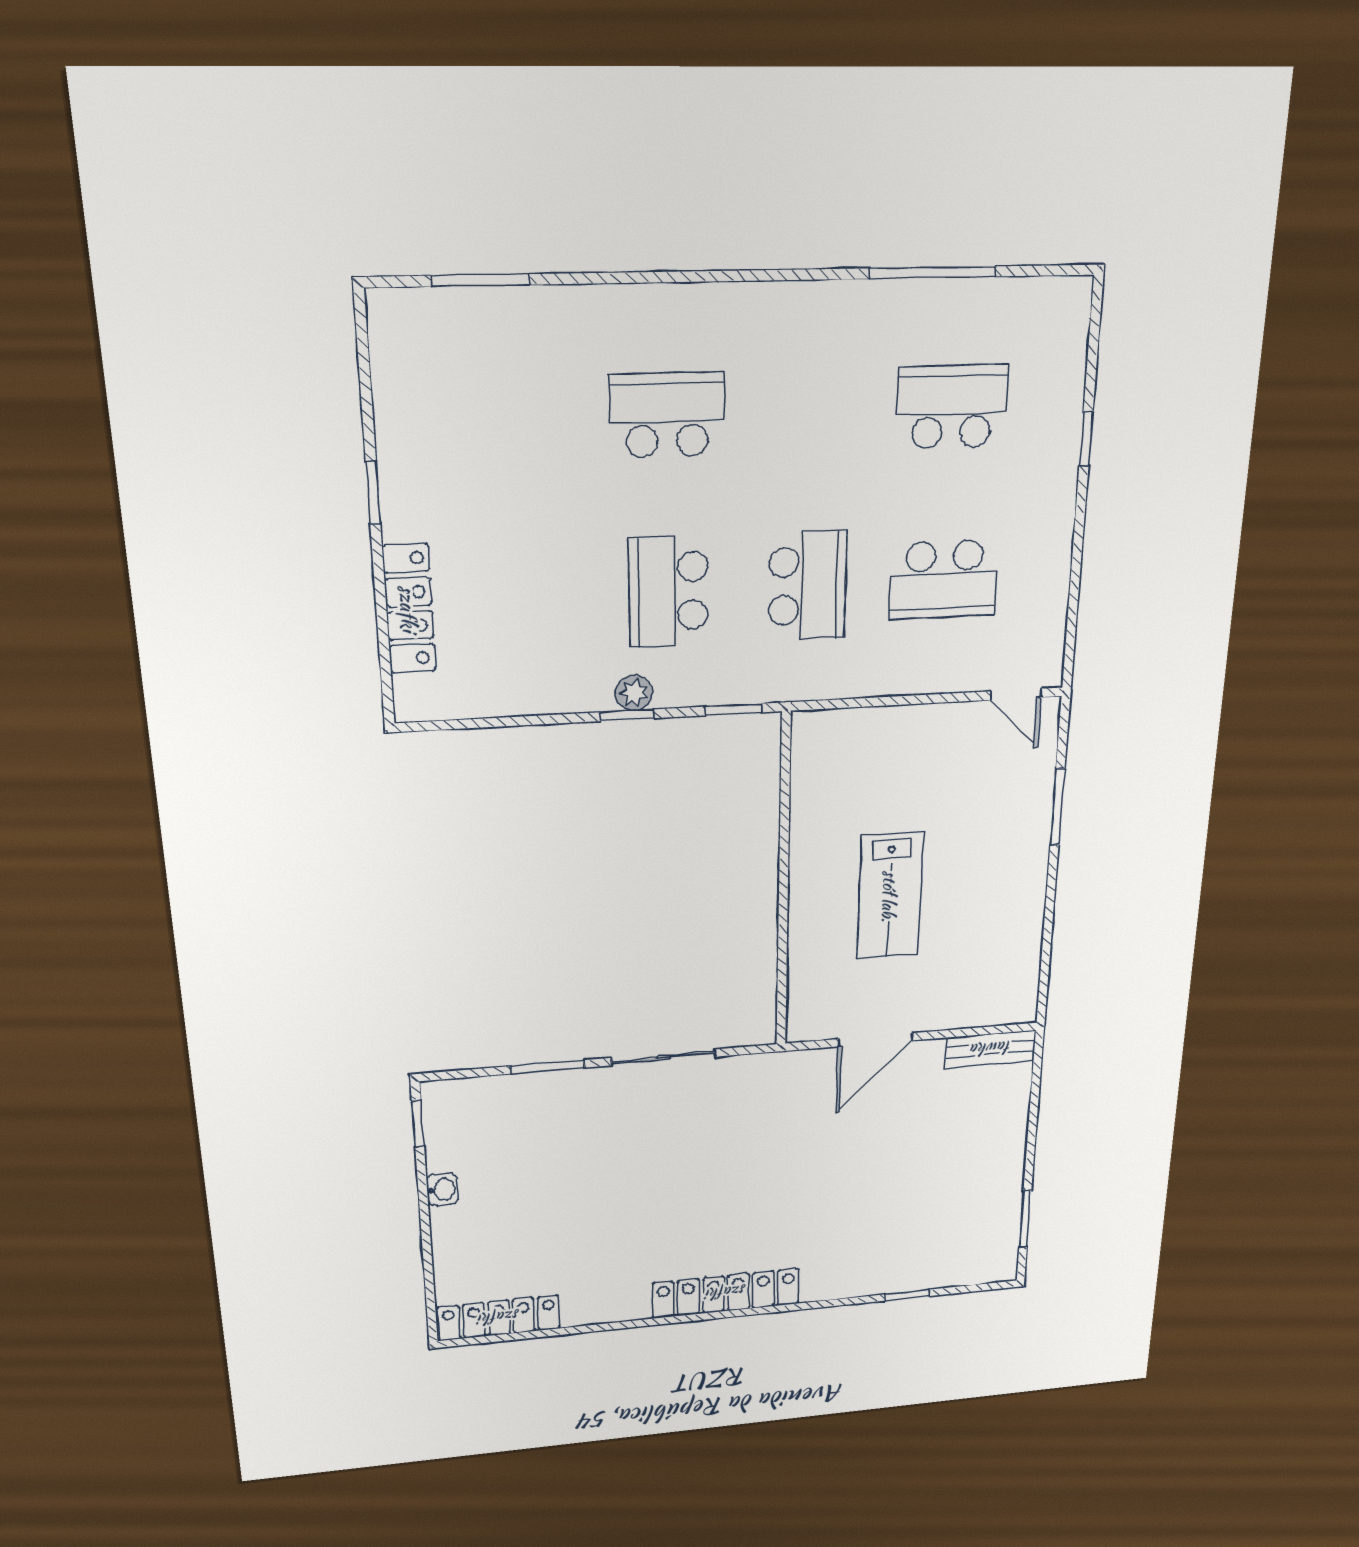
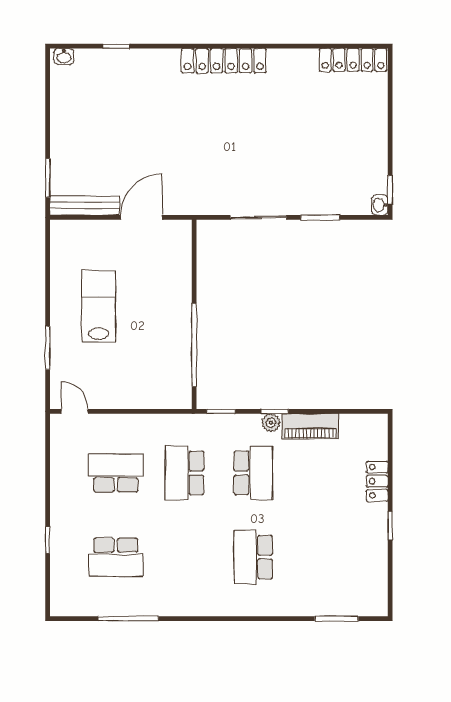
school desk: (667, 415) -> (253, 557), turned 90
locker: (409, 609) -> (377, 481), width x0.66
piano: (554, 690) -> (310, 426), added
window: (784, 830) -> (194, 345), added
lab bench: (890, 896) -> (99, 306), moved
bench: (991, 1049) -> (85, 205), width x1.36
washbasin: (442, 1190) -> (380, 205), moved
window: (1025, 1219) -> (48, 178), moved
washbasin: (995, 1271) -> (64, 56), added

